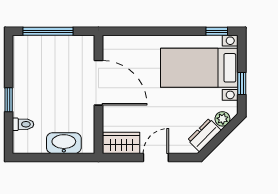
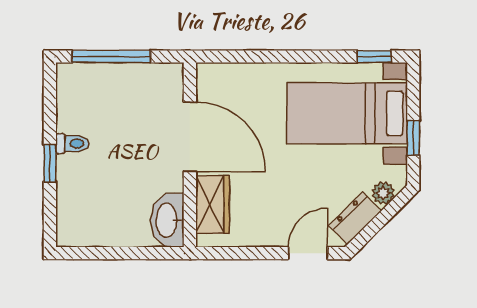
toilet: (23, 124) -> (72, 144), moved
washbasin: (64, 143) -> (167, 220), moved, turned -90
wardrobe: (121, 143) -> (212, 205), moved, turned 90
door: (156, 157) -> (308, 253), moved

